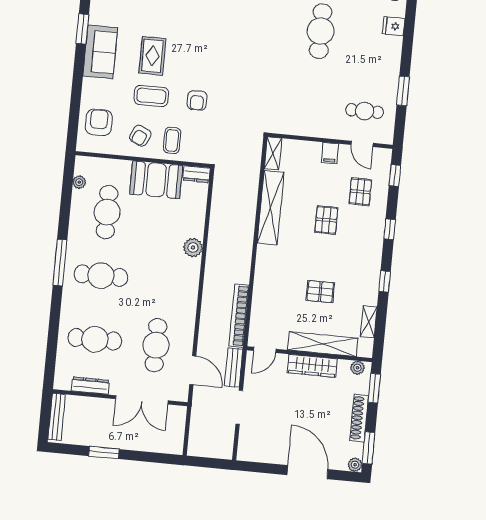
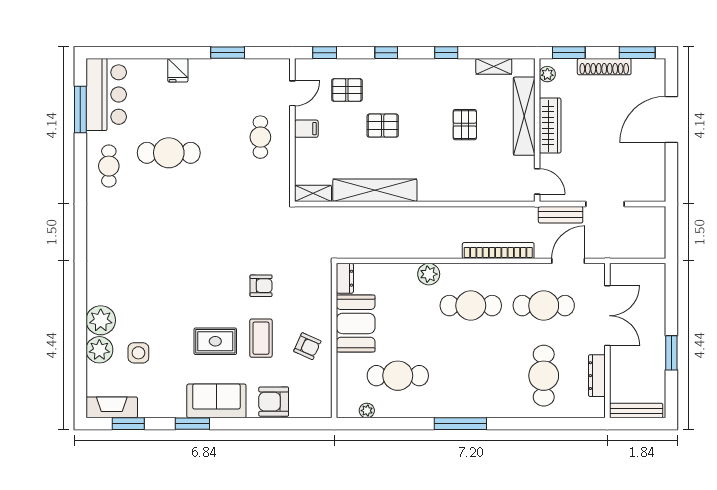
fridge: (394, 26) -> (178, 70), moved
cafe table: (365, 111) -> (260, 137), moved
armchair: (99, 122) -> (274, 402), moved
coffee table: (172, 140) -> (309, 310), removed
cafe table: (101, 276) -> (471, 306), moved, turned 90
bookcase: (239, 316) -> (498, 251), moved, turned 180
plant: (355, 465) -> (658, 66), removed

